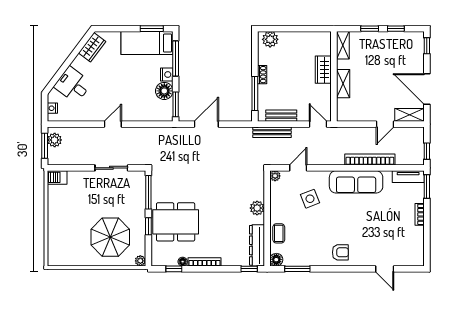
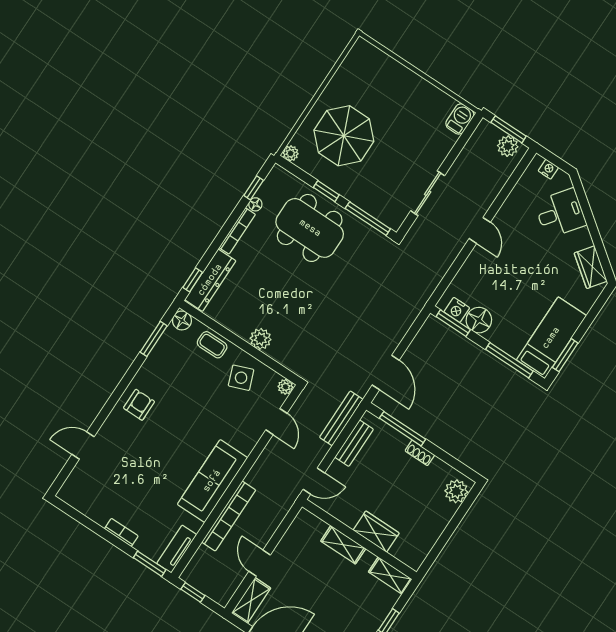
nightstand: (167, 75) -> (457, 310), moved
door: (206, 124) -> (386, 373), moved
side table: (310, 199) -> (241, 378), moved
dining table: (176, 222) -> (310, 228), turned 90
dresser: (257, 245) -> (210, 280), moved, turned 90
armchair: (340, 252) -> (139, 405), turned 180

